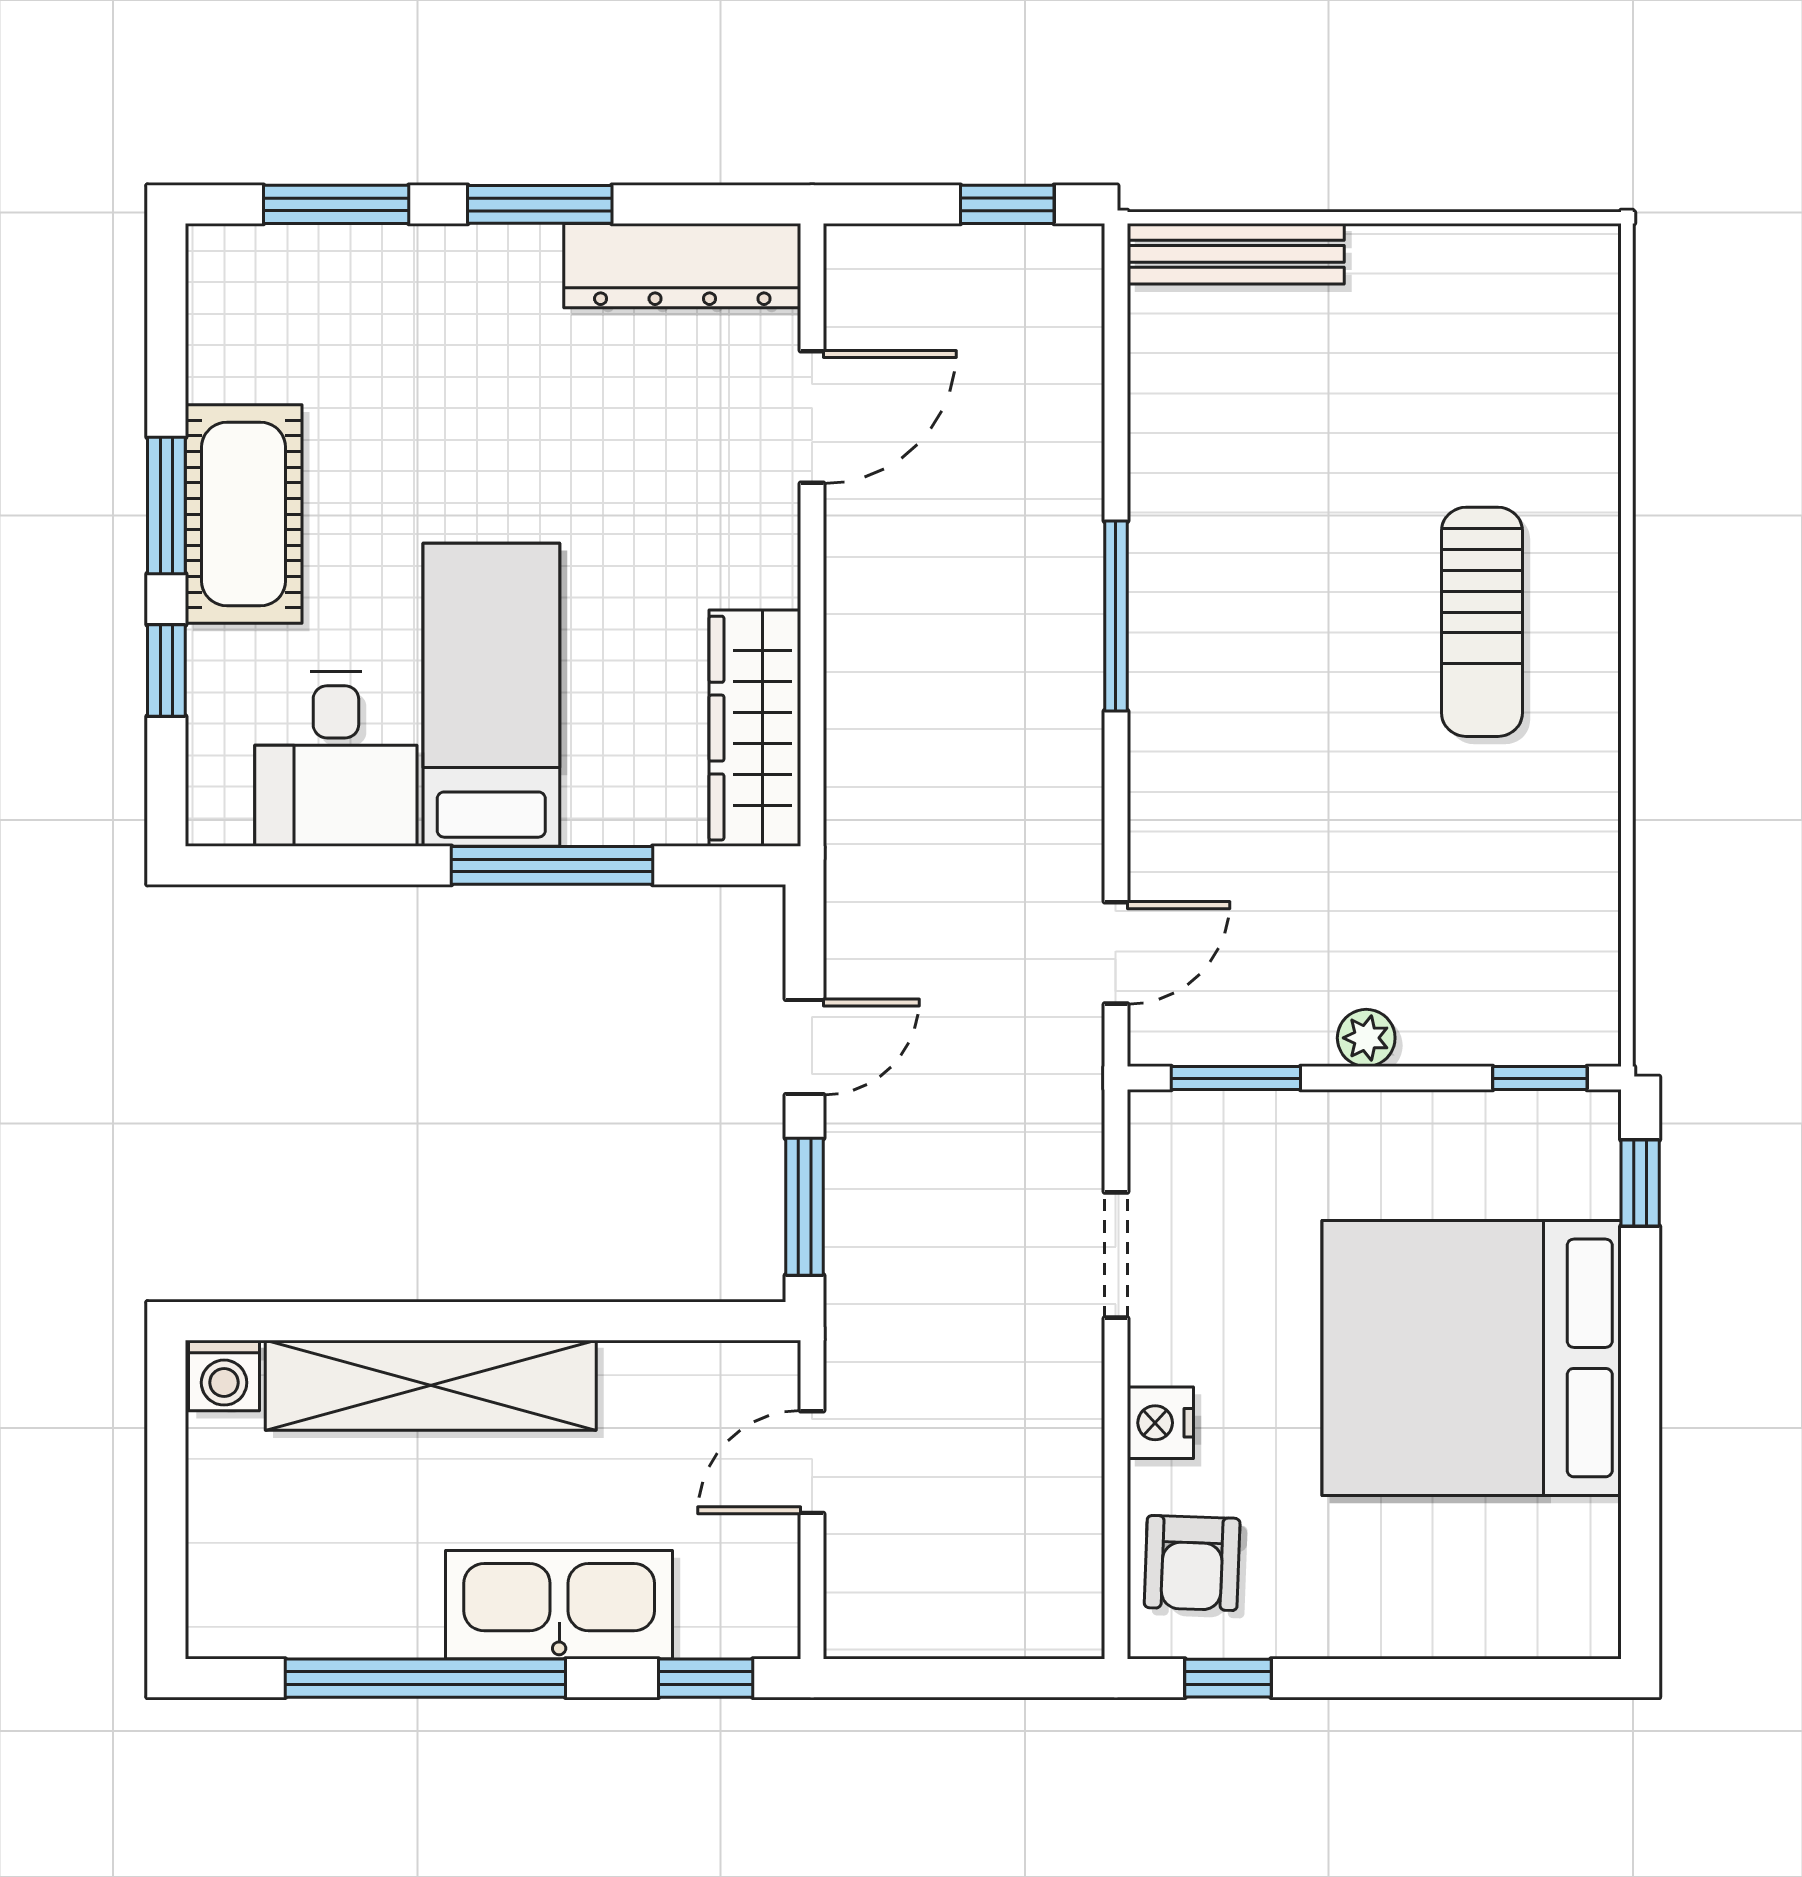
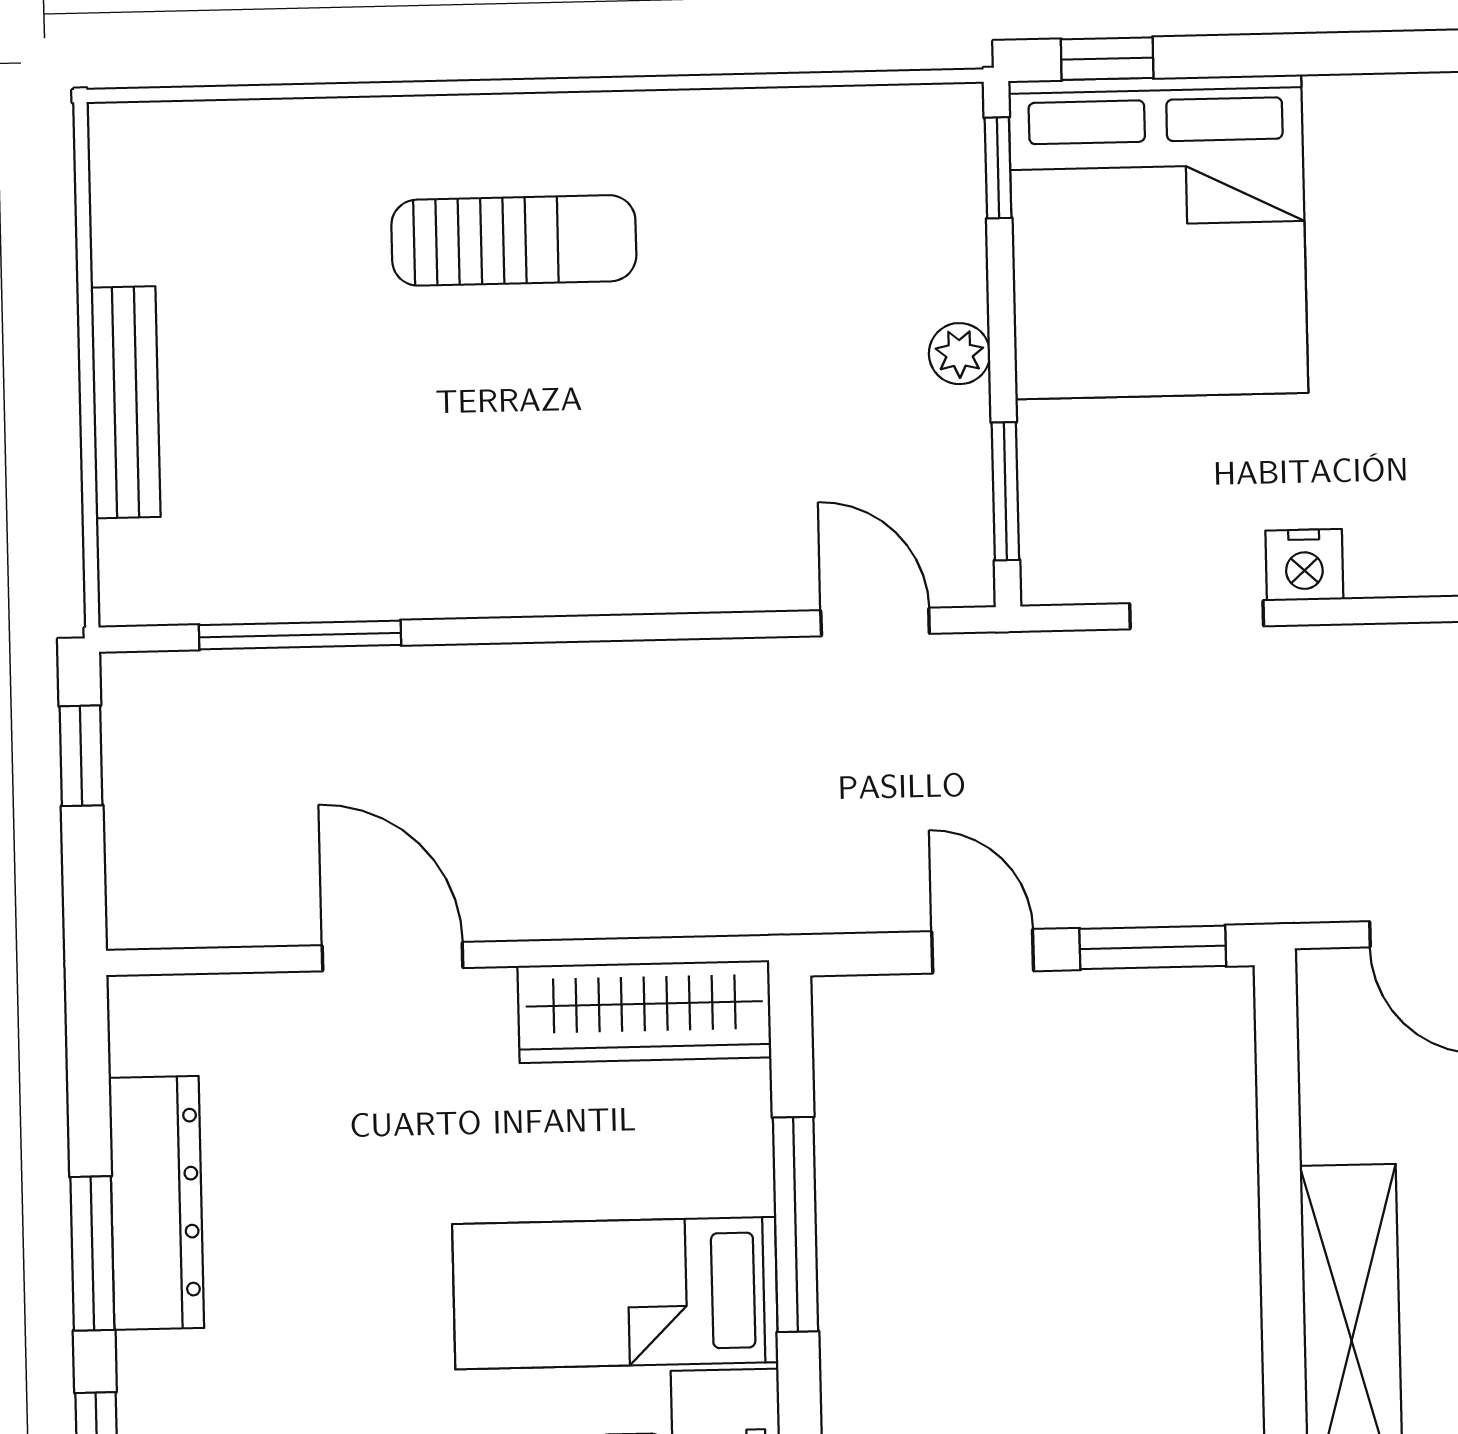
bench: (1236, 254) -> (126, 402), moved
dresser: (682, 266) -> (156, 1203), moved
door: (812, 417) -> (392, 957), moved
window: (1116, 616) -> (300, 635), moved
bed: (1472, 1358) -> (1158, 237), moved
nightstand: (1160, 1423) -> (1304, 565), moved

